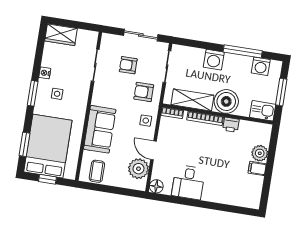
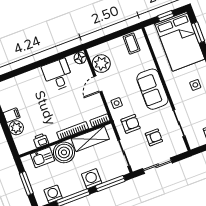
window: (198, 44) -> (110, 183), added
kitchen sink: (263, 111) -> (42, 157), moved
printer: (231, 125) -> (41, 140), moved
sofa: (100, 129) -> (152, 89), moved
door: (154, 150) -> (98, 84), swing flipped

